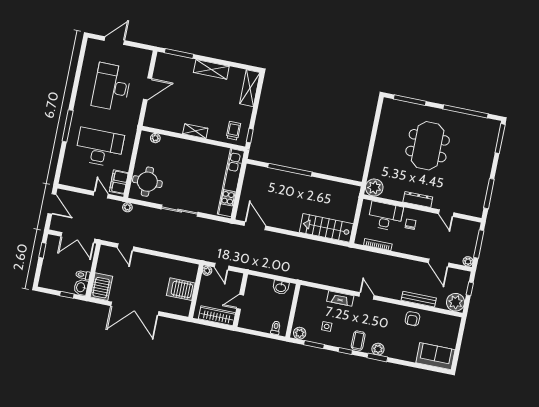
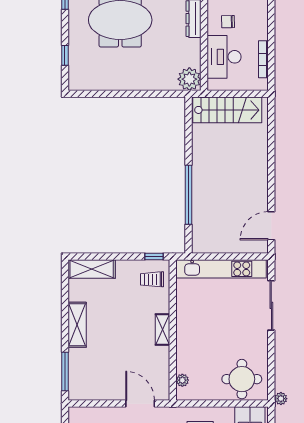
door: (148, 89) -> (140, 404), moved
window: (410, 100) -> (65, 55), width x0.46
sliding door: (180, 211) -> (271, 305), moved
stairs: (326, 228) -> (227, 110), moved, turned -90

